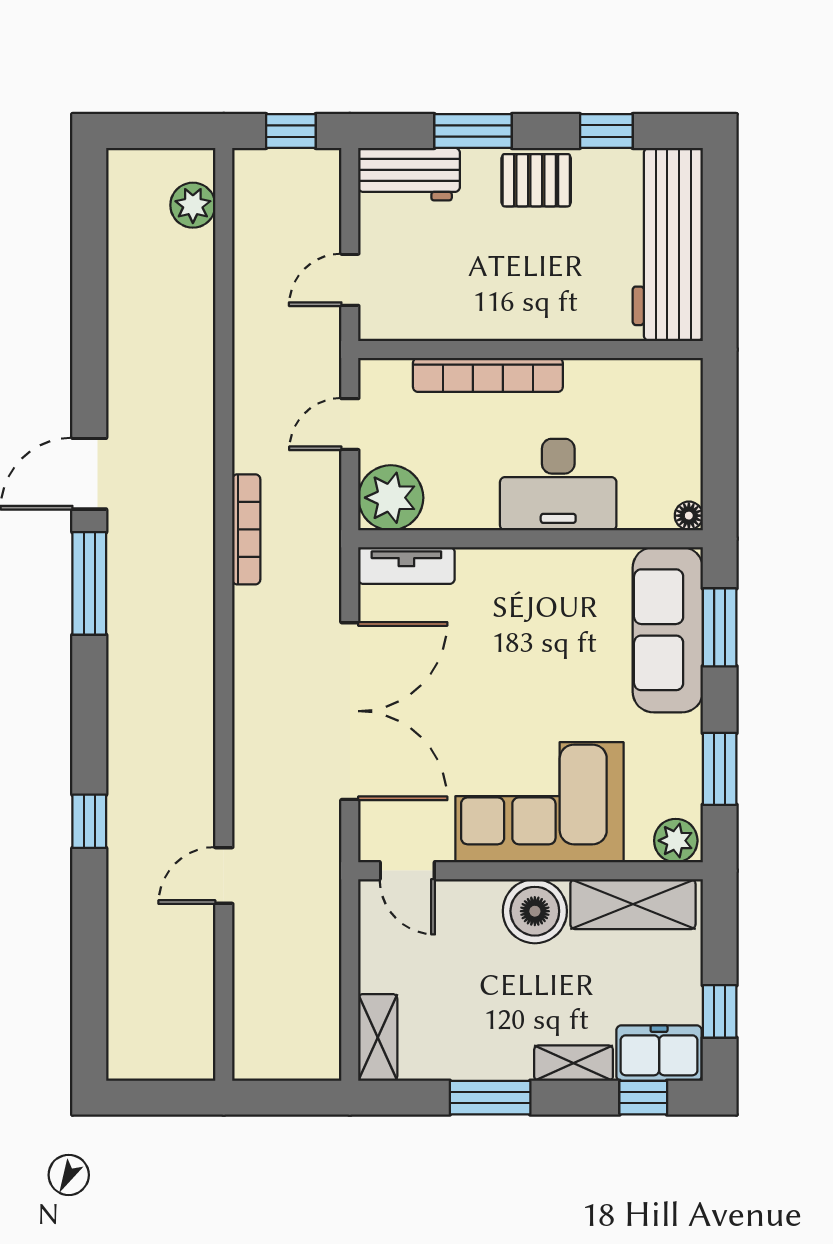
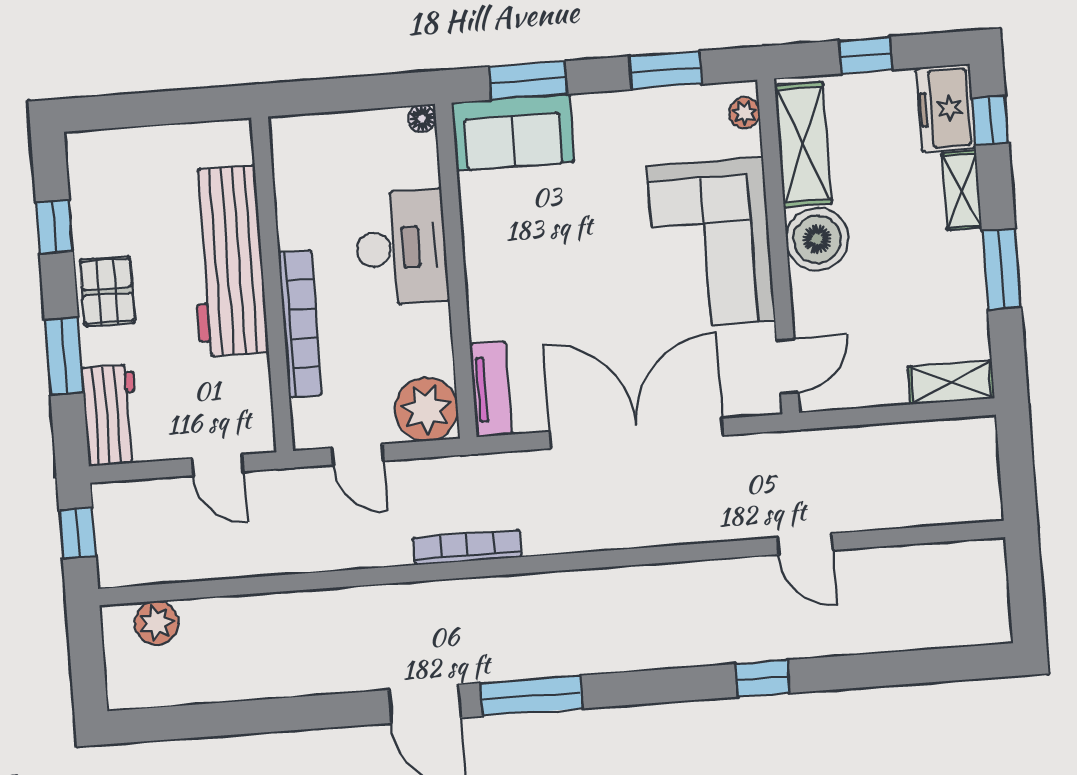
workbench: (668, 244) -> (228, 261), moved, turned 90
sofa: (668, 630) -> (513, 132), width x0.73
plant: (676, 841) -> (744, 113), width x0.73, depth x0.73
window: (720, 1011) -> (865, 55), moved

